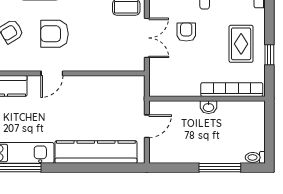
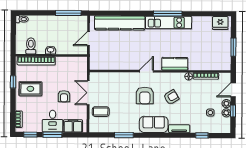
armchair: (54, 34) -> (145, 96), turned 90
rug: (241, 44) -> (30, 89), turned 90
toilet: (241, 114) -> (31, 46), added
window: (220, 168) -> (68, 13), moved

